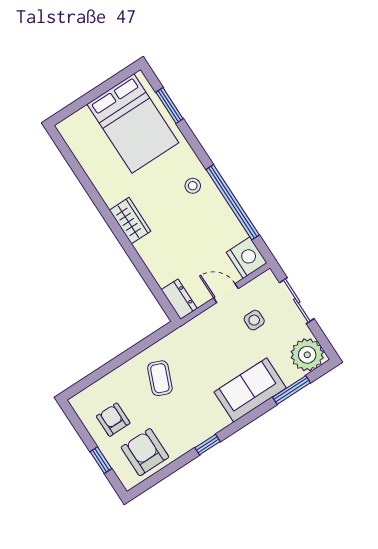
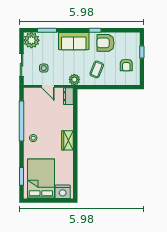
nightstand: (247, 258) -> (63, 192), moved, turned -90
plant: (187, 335) -> (74, 80), added
sofa: (250, 390) -> (74, 41), moved
armchair: (145, 452) -> (105, 43), moved, turned 90

